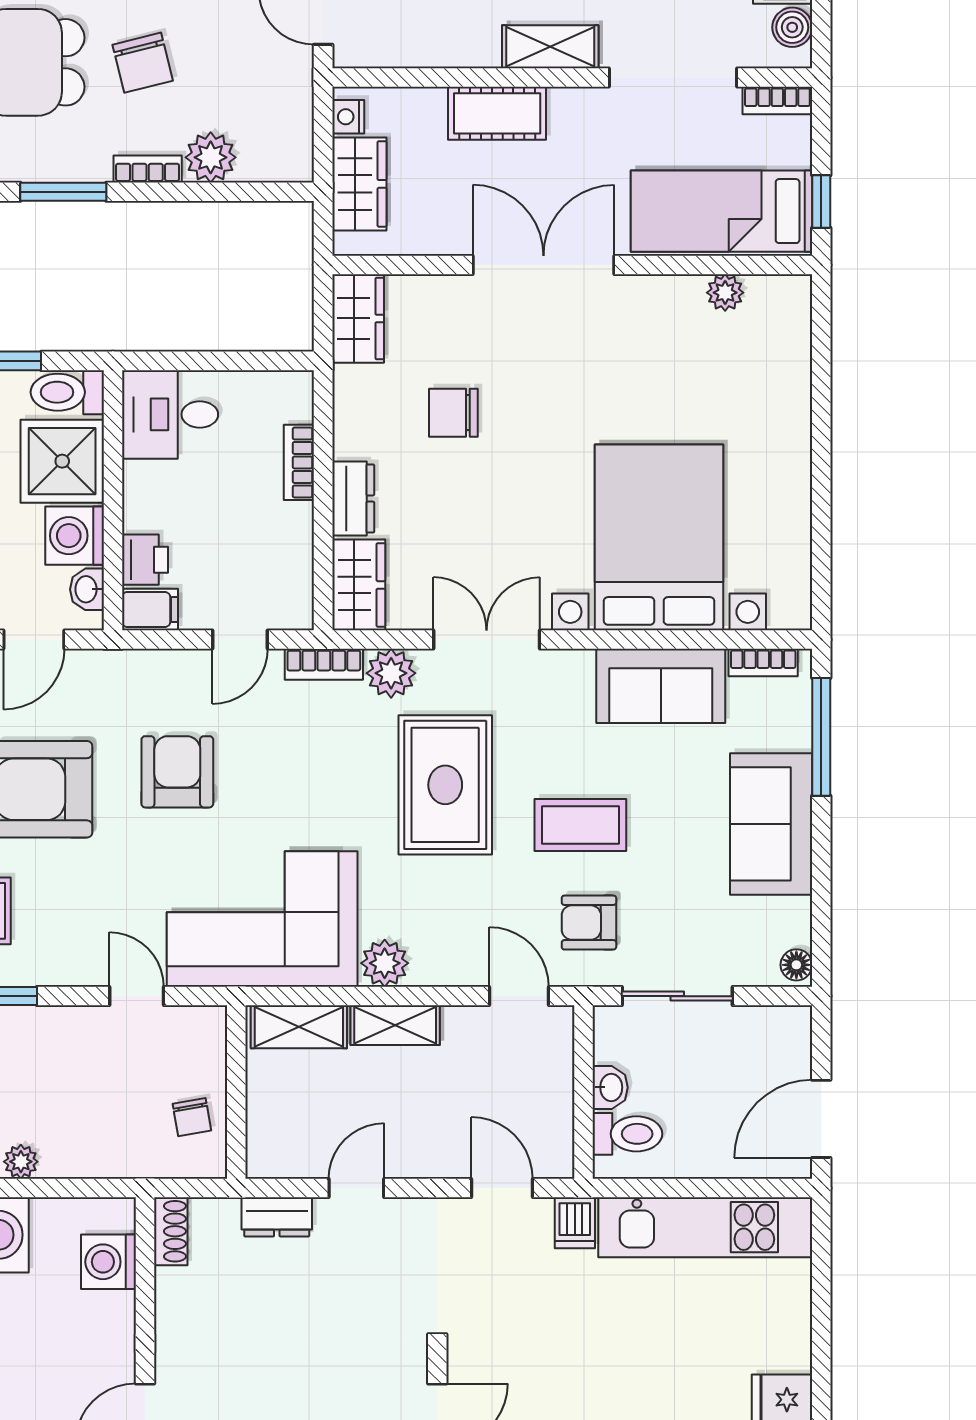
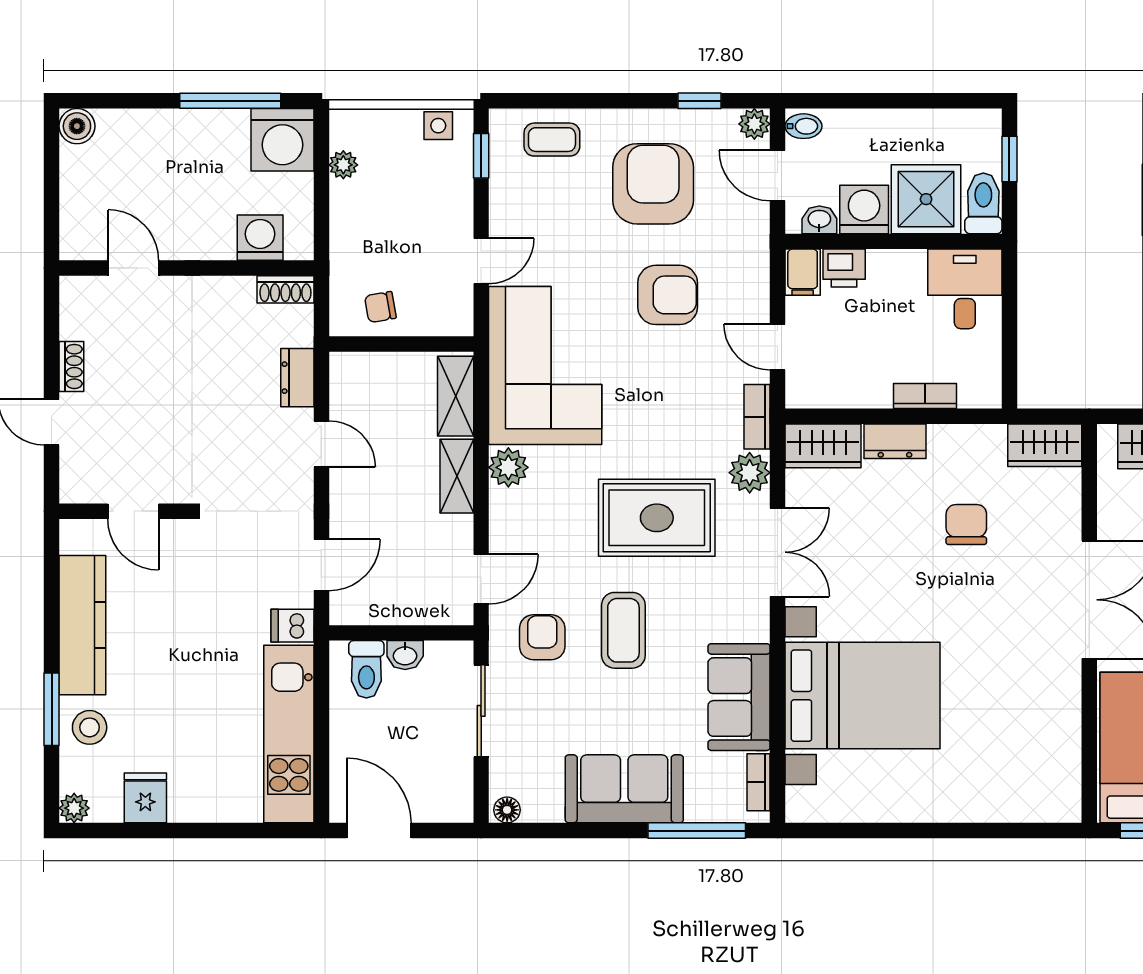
plant: (725, 293) -> (1066, 751), removed

